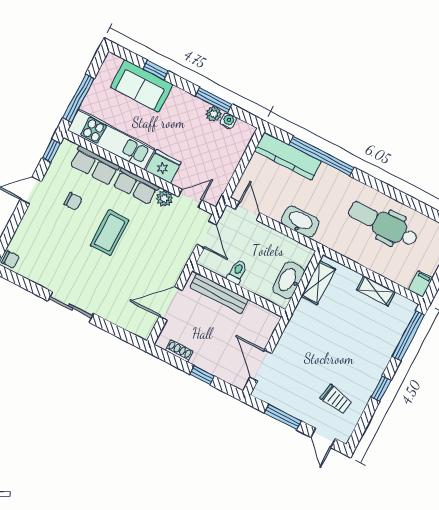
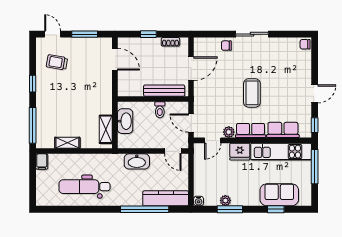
water cooler: (228, 121) -> (199, 201), moved
chair: (73, 201) -> (226, 46), moved
dental chair: (383, 224) -> (84, 187), turned 180

